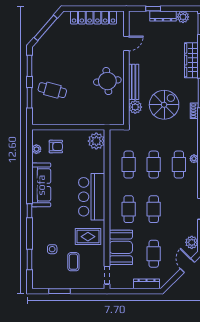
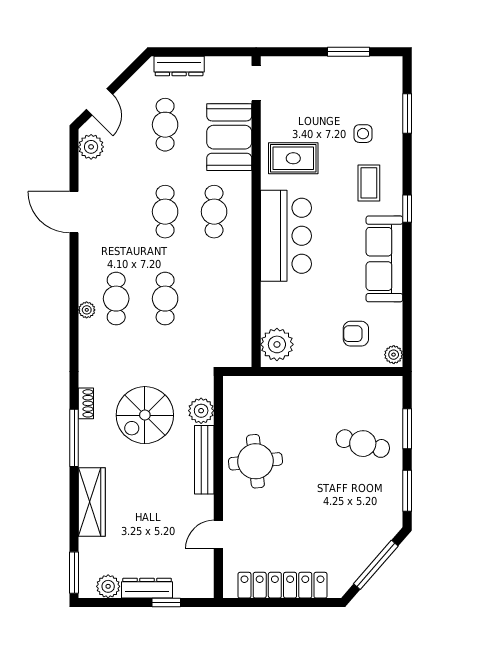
plant: (36, 149) -> (394, 355), moved
cafe table: (129, 165) -> (214, 299), removed
coffee table: (73, 262) -> (369, 183), moved

